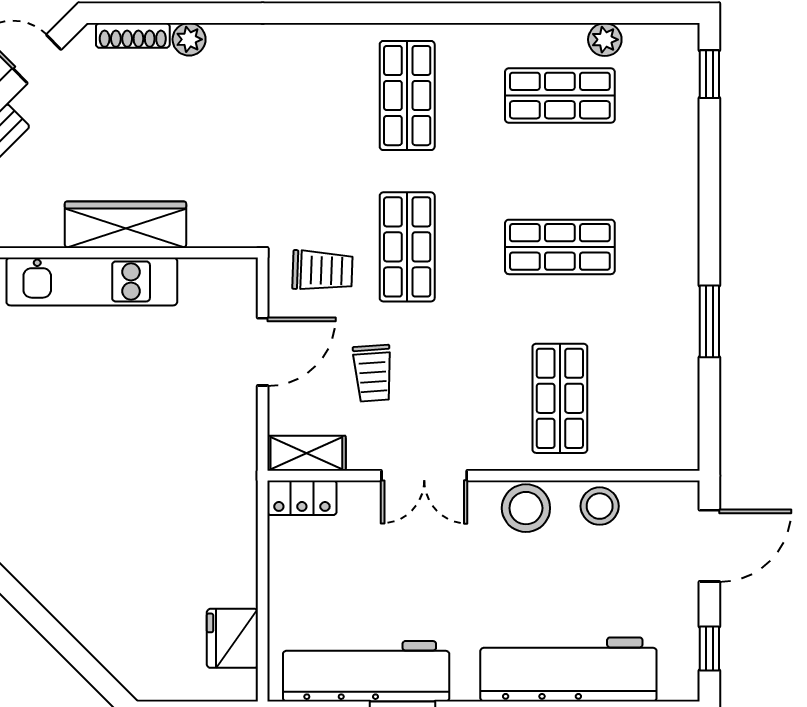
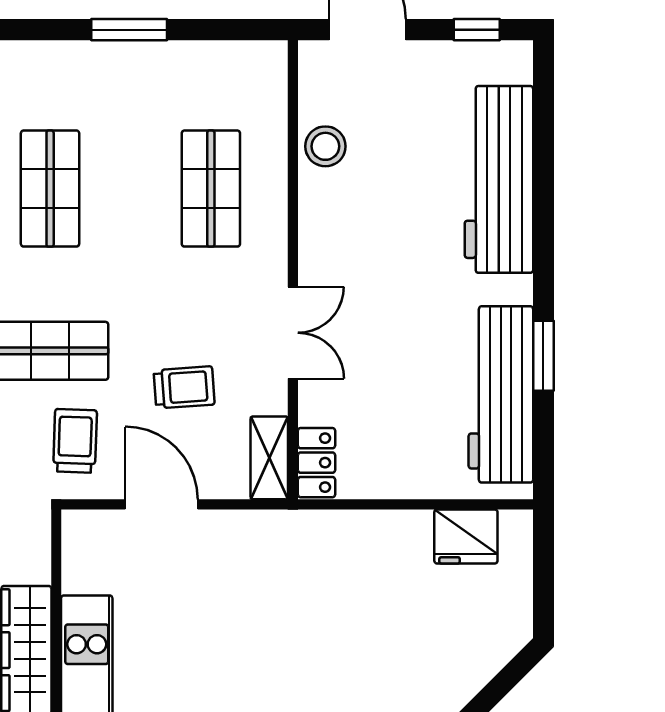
shop shelf: (560, 398) -> (211, 189), turned 90
stool: (526, 508) -> (328, 225), removed

